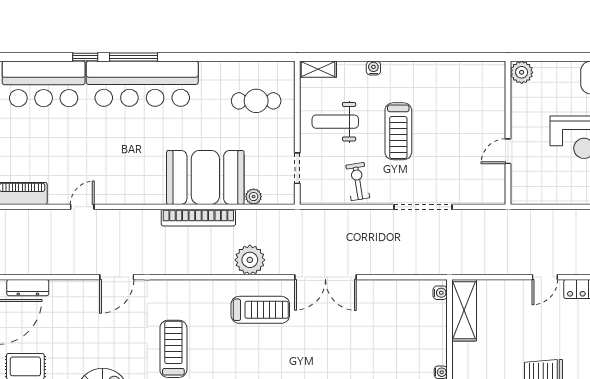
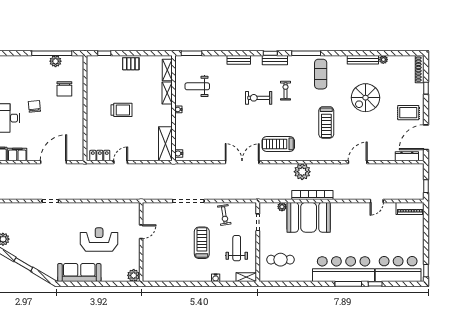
weight bench: (335, 122) -> (237, 248), turned -90
plant: (250, 260) -> (302, 172), moved

